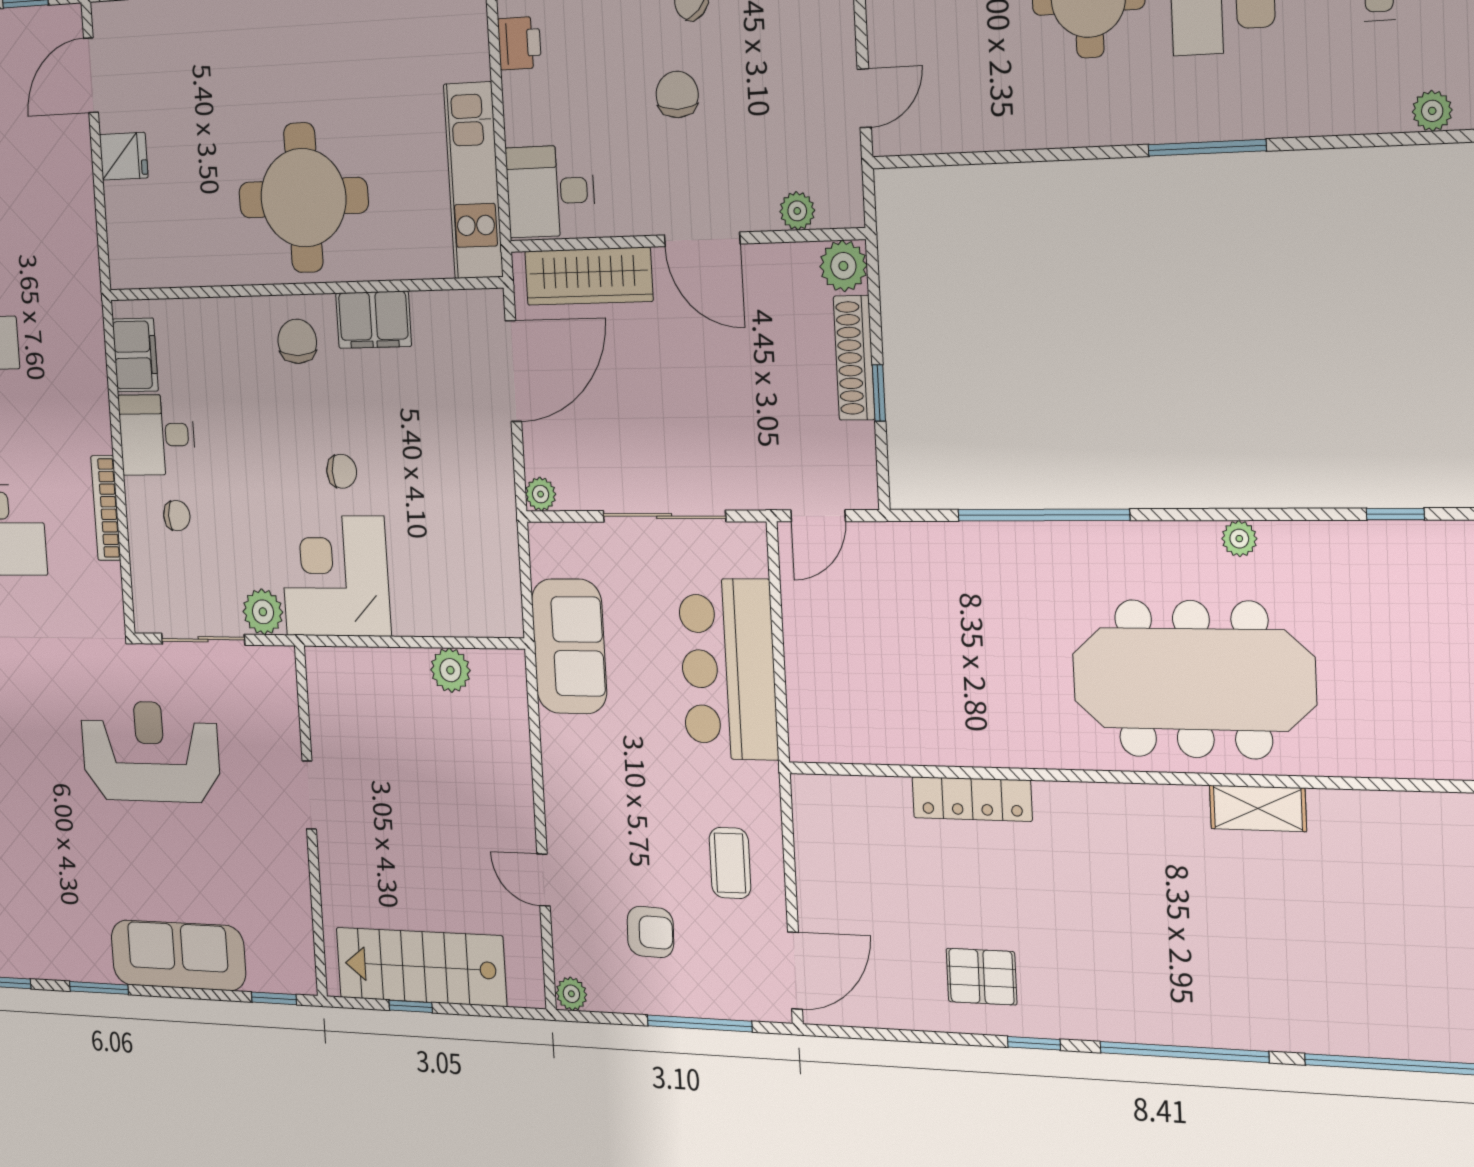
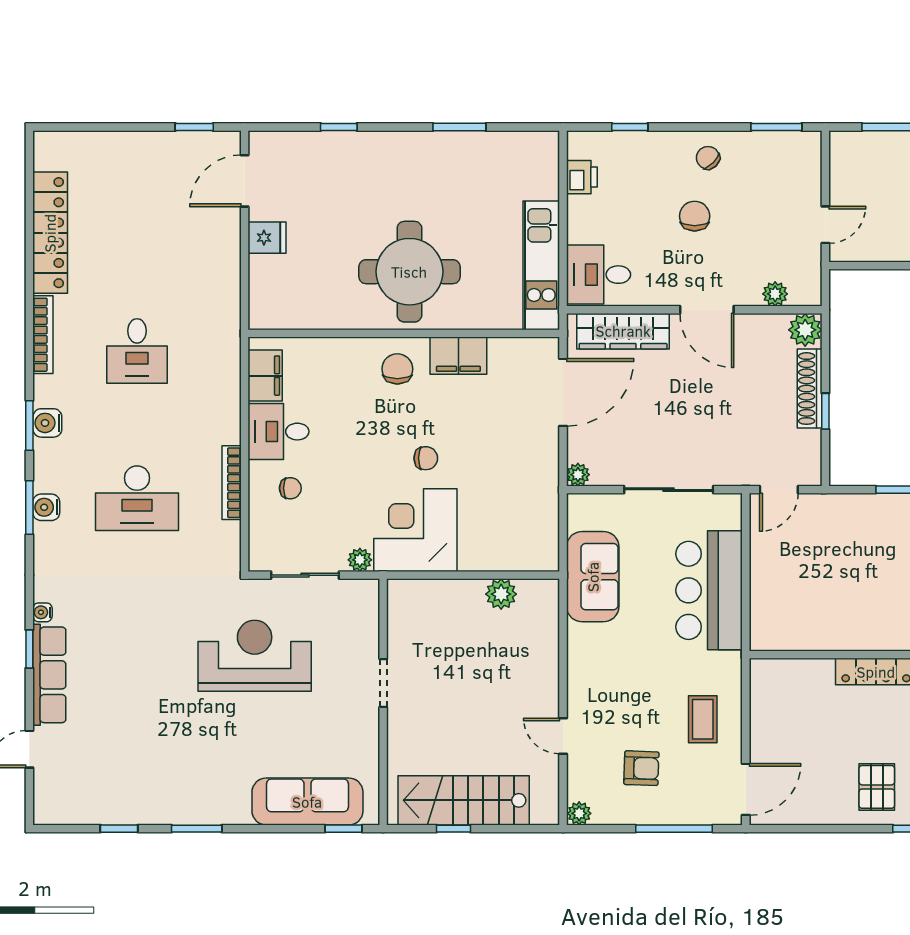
plant: (263, 612) -> (360, 560), width x0.73, depth x0.73
sofa: (178, 955) -> (307, 802), moved
pallet: (981, 977) -> (877, 787), turned 90

